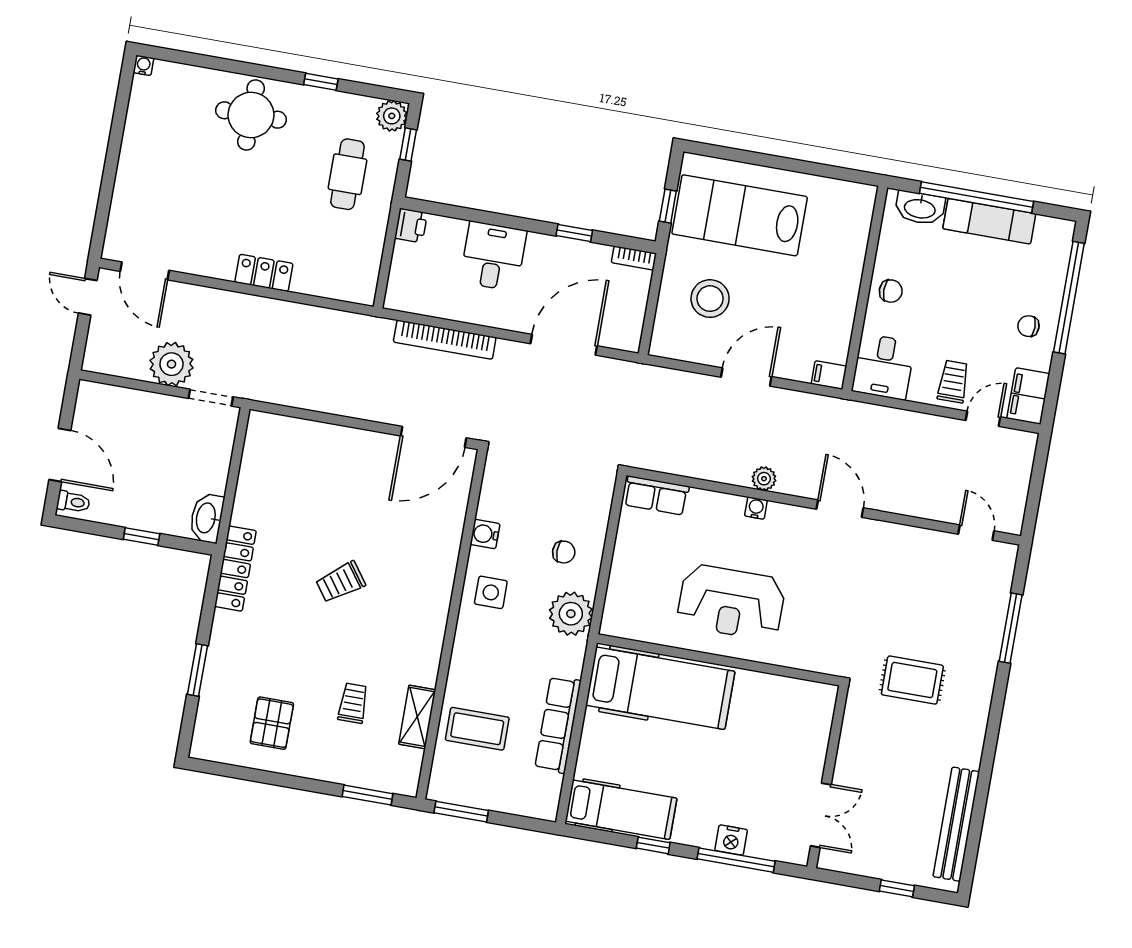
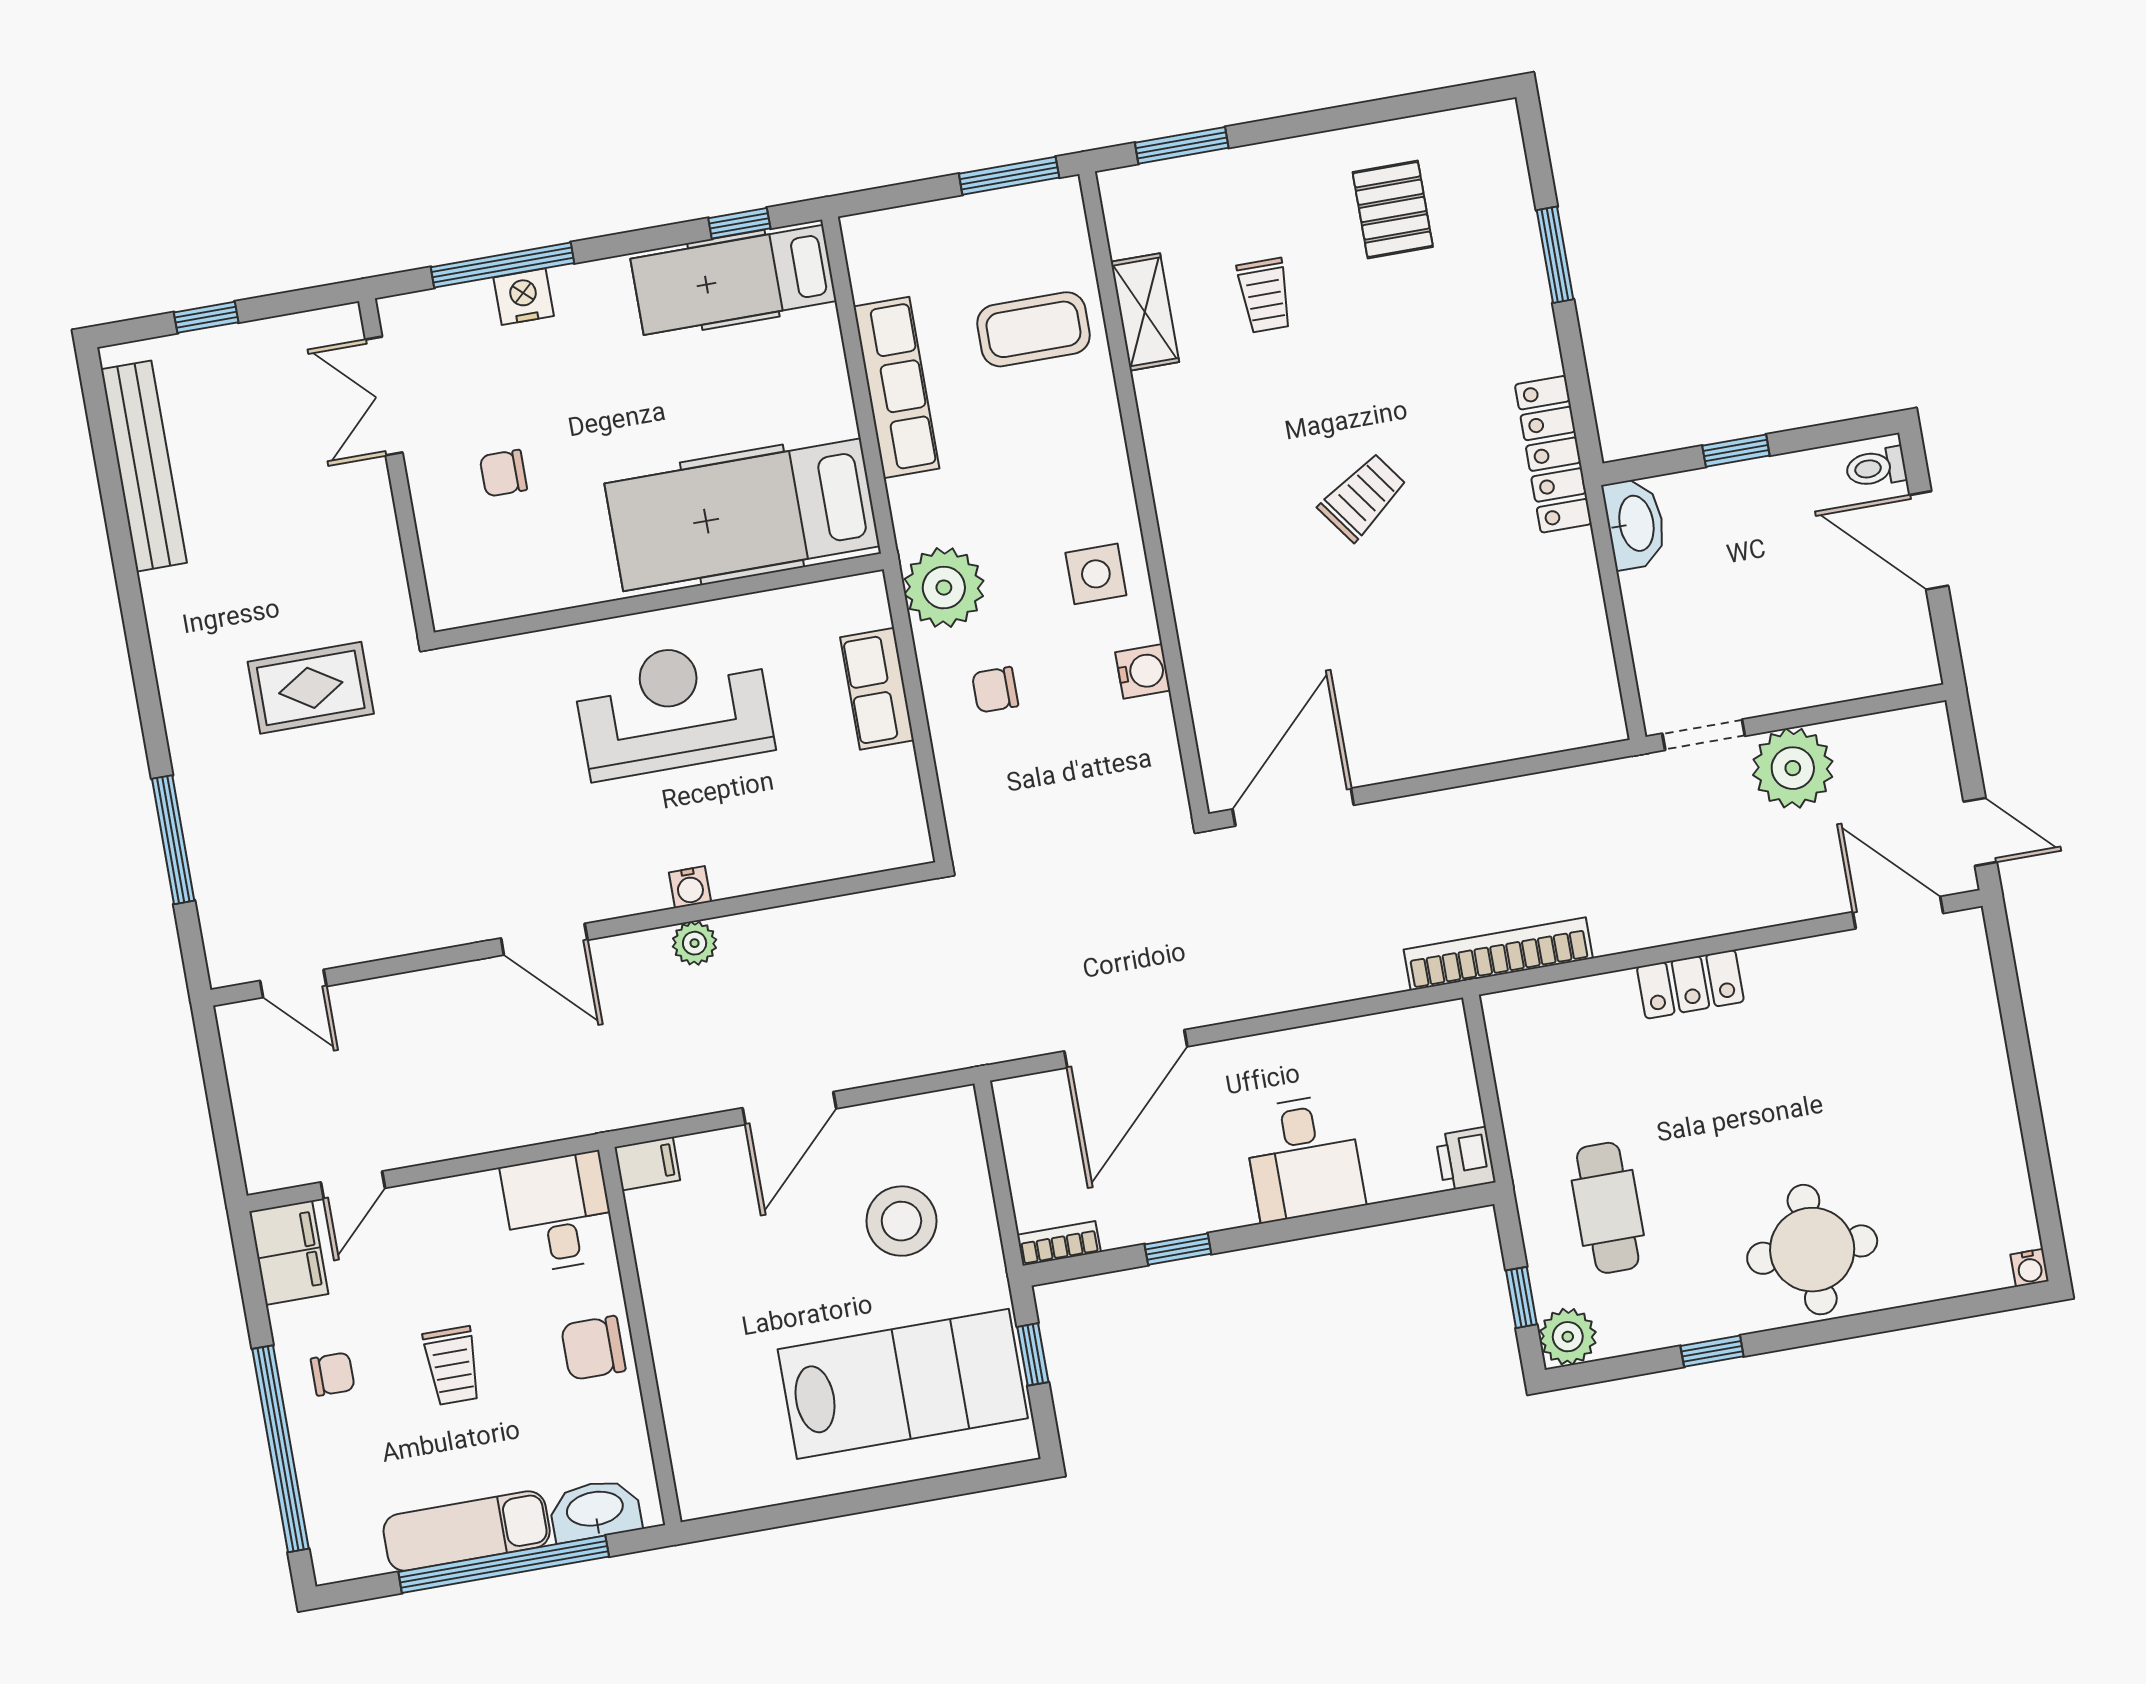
chair: (891, 291) -> (593, 1348), width x1.37, depth x1.37
bookcase: (445, 340) -> (1498, 954), moved
trolley: (953, 382) -> (452, 1366), moved
row of seats: (656, 496) -> (877, 689), moved, turned -90
chair: (774, 754) -> (503, 473), added
window: (653, 845) -> (739, 223), moved

